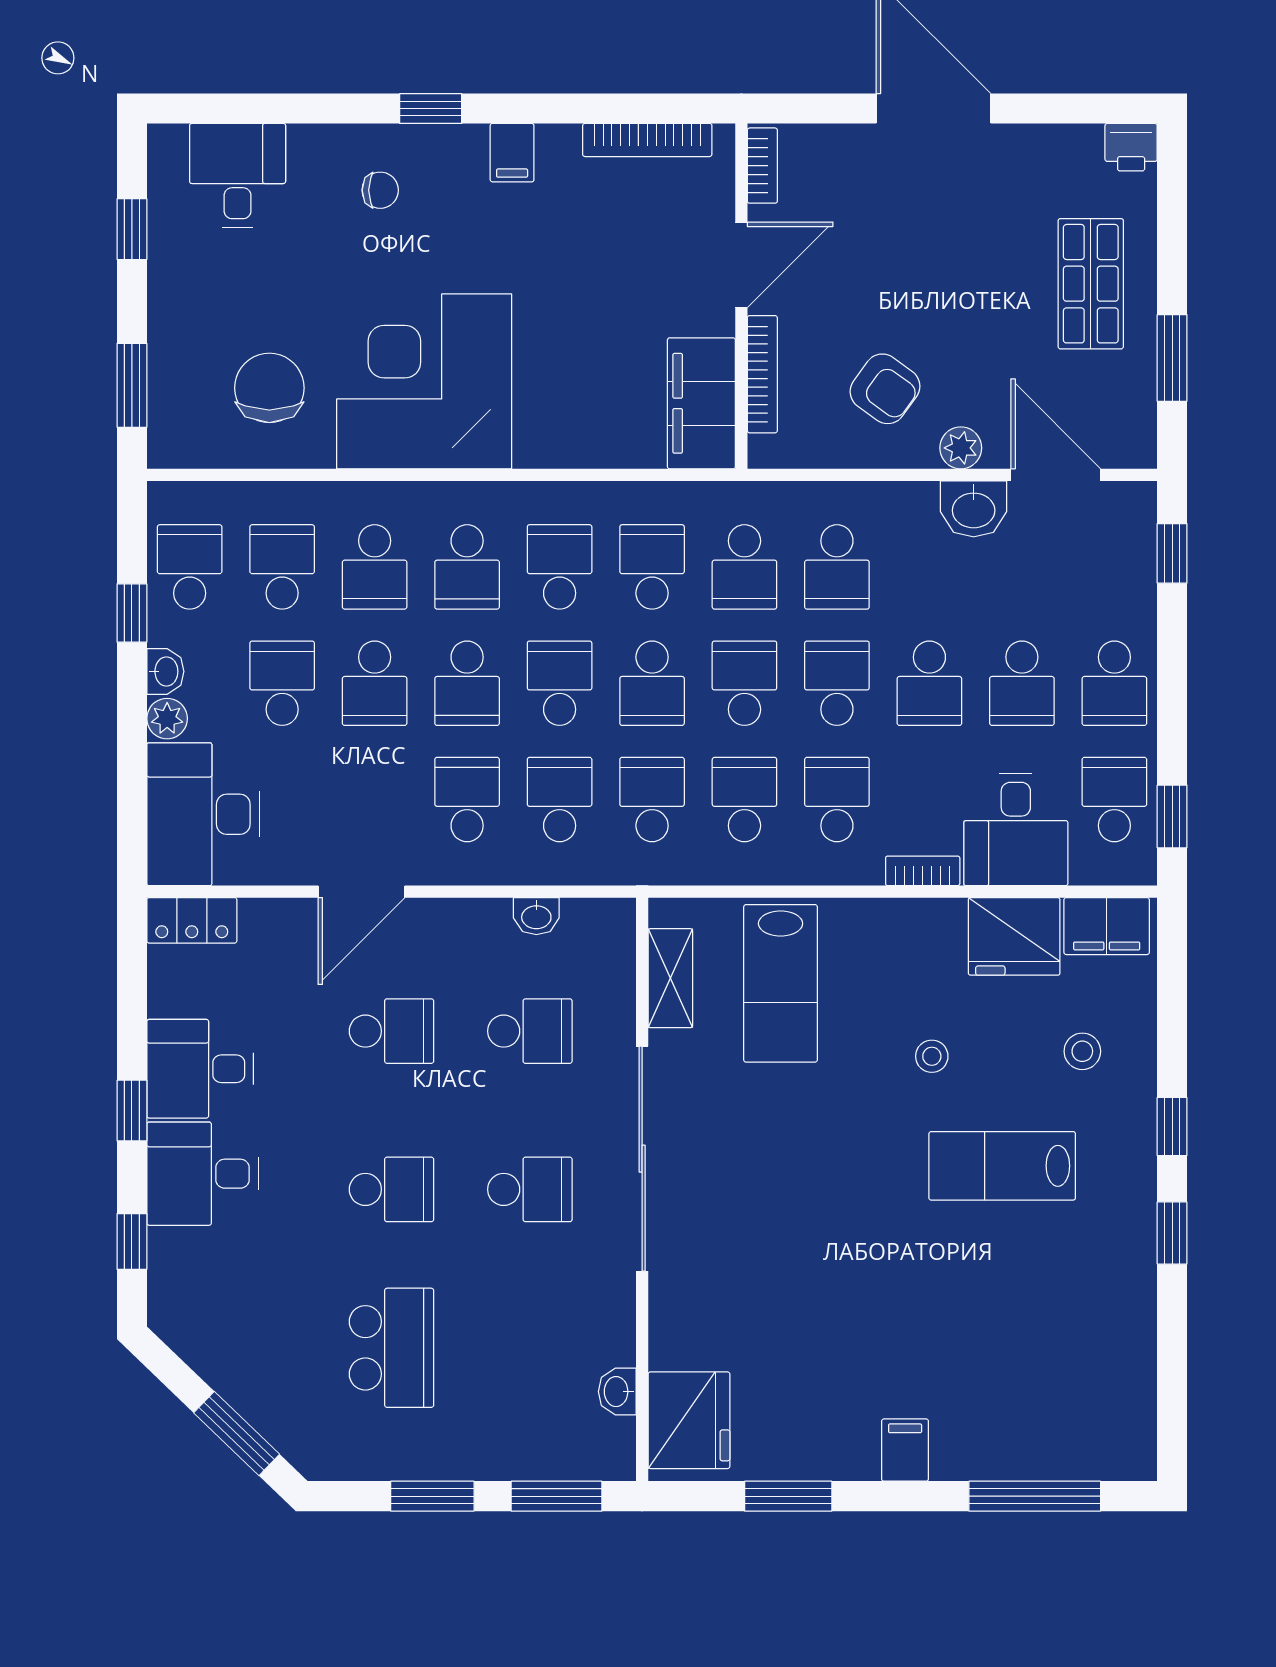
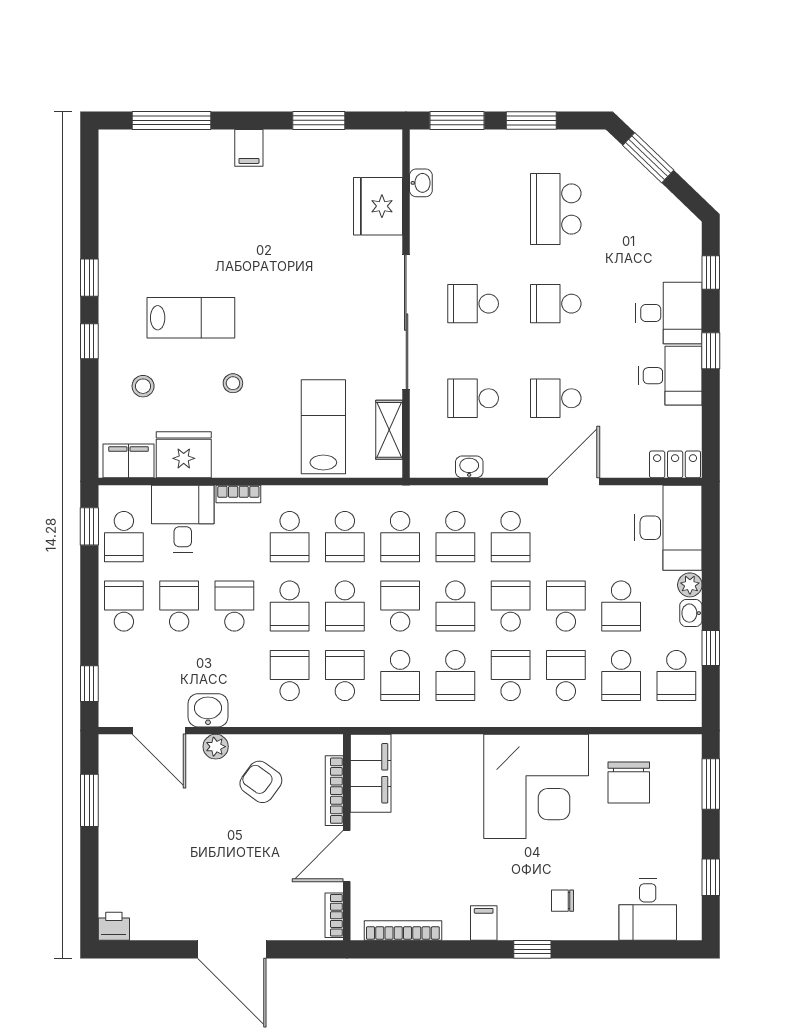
shop shelf: (1091, 284) -> (138, 845), removed
fridge: (689, 1420) -> (378, 206), moved

